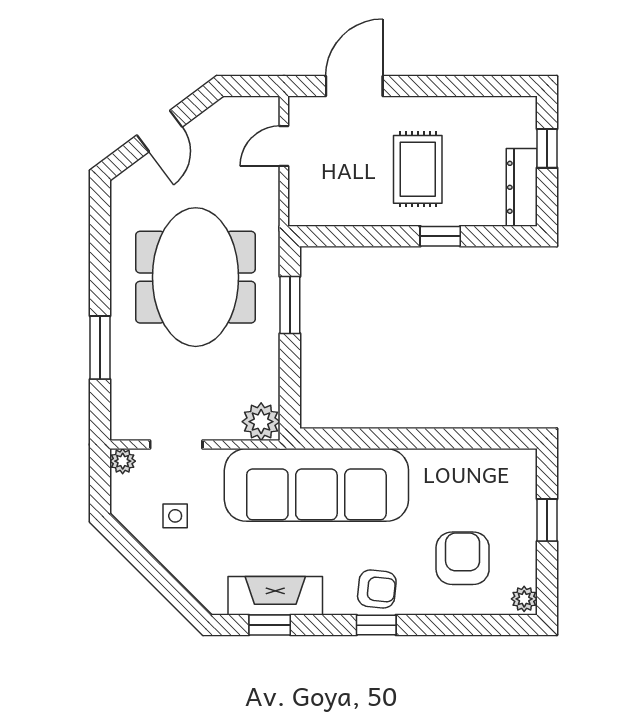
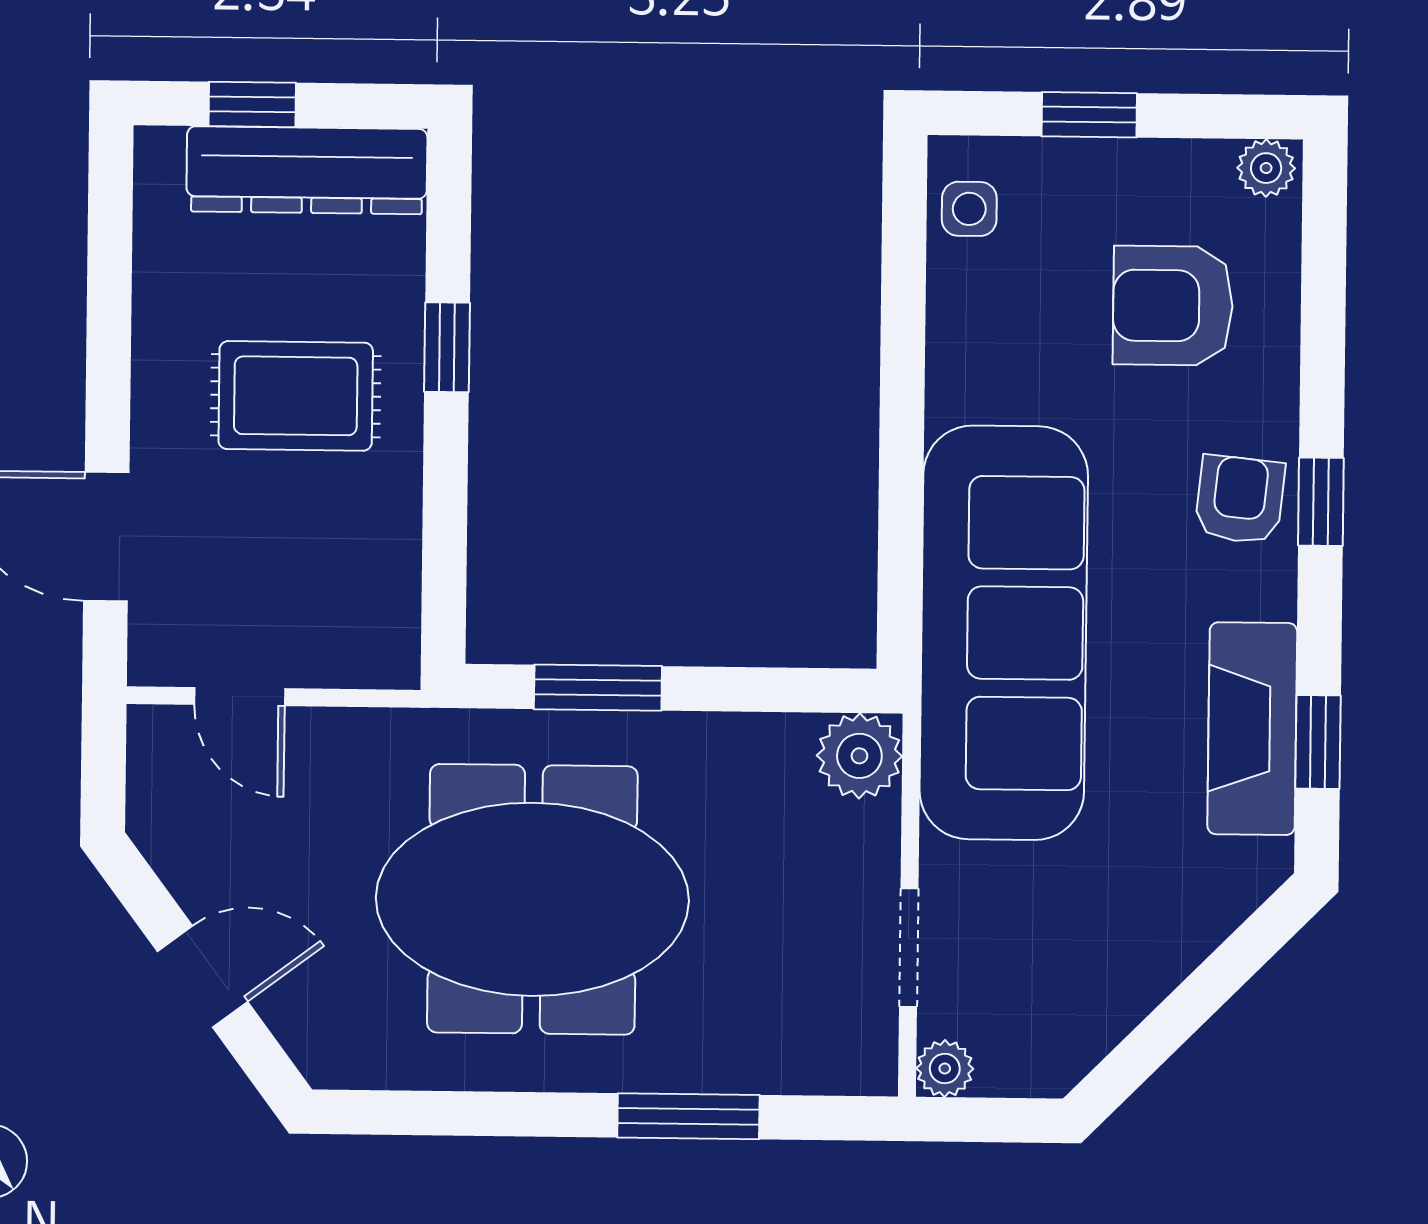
dresser: (522, 187) -> (307, 170), width x1.37, depth x1.24
side table: (175, 516) -> (969, 209), moved

